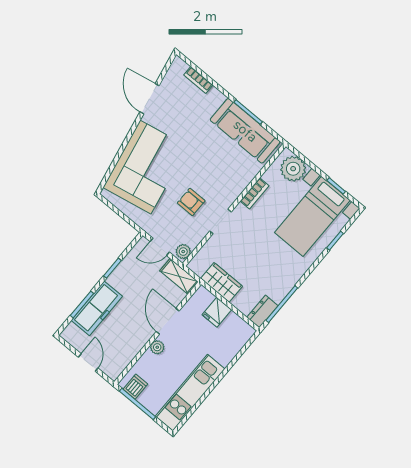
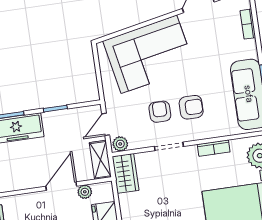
armchair: (211, 178) -> (191, 107), added
door: (160, 247) -> (106, 124), hinge flipped
wardrobe: (221, 282) -> (126, 173), moved
plant: (157, 347) -> (85, 192), moved

